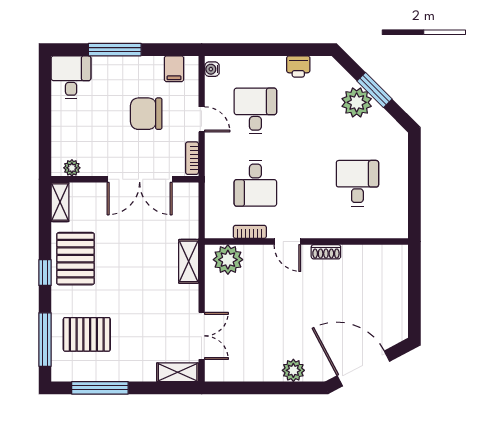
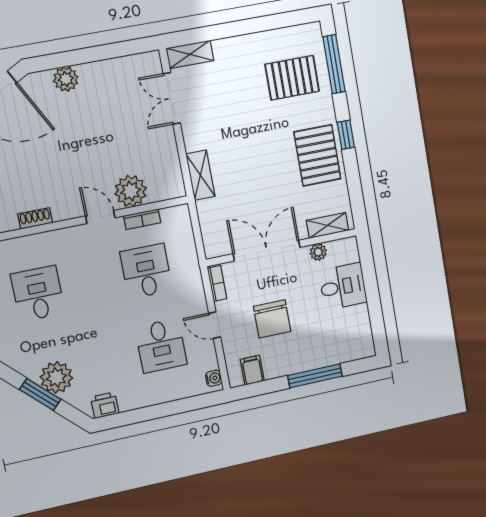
printer: (298, 66) -> (105, 405), moved
desk: (71, 77) -> (343, 286), moved, turned -90
chair: (146, 114) -> (272, 319), turned 90
plant: (72, 168) -> (318, 252), moved
desk: (357, 183) -> (38, 294), turned 180
shelving: (60, 202) -> (327, 225), moved, turned 90
shoe rack: (326, 252) -> (35, 218), moved
plant: (228, 260) -> (131, 191), moved
window: (100, 388) -> (268, 23), removed

